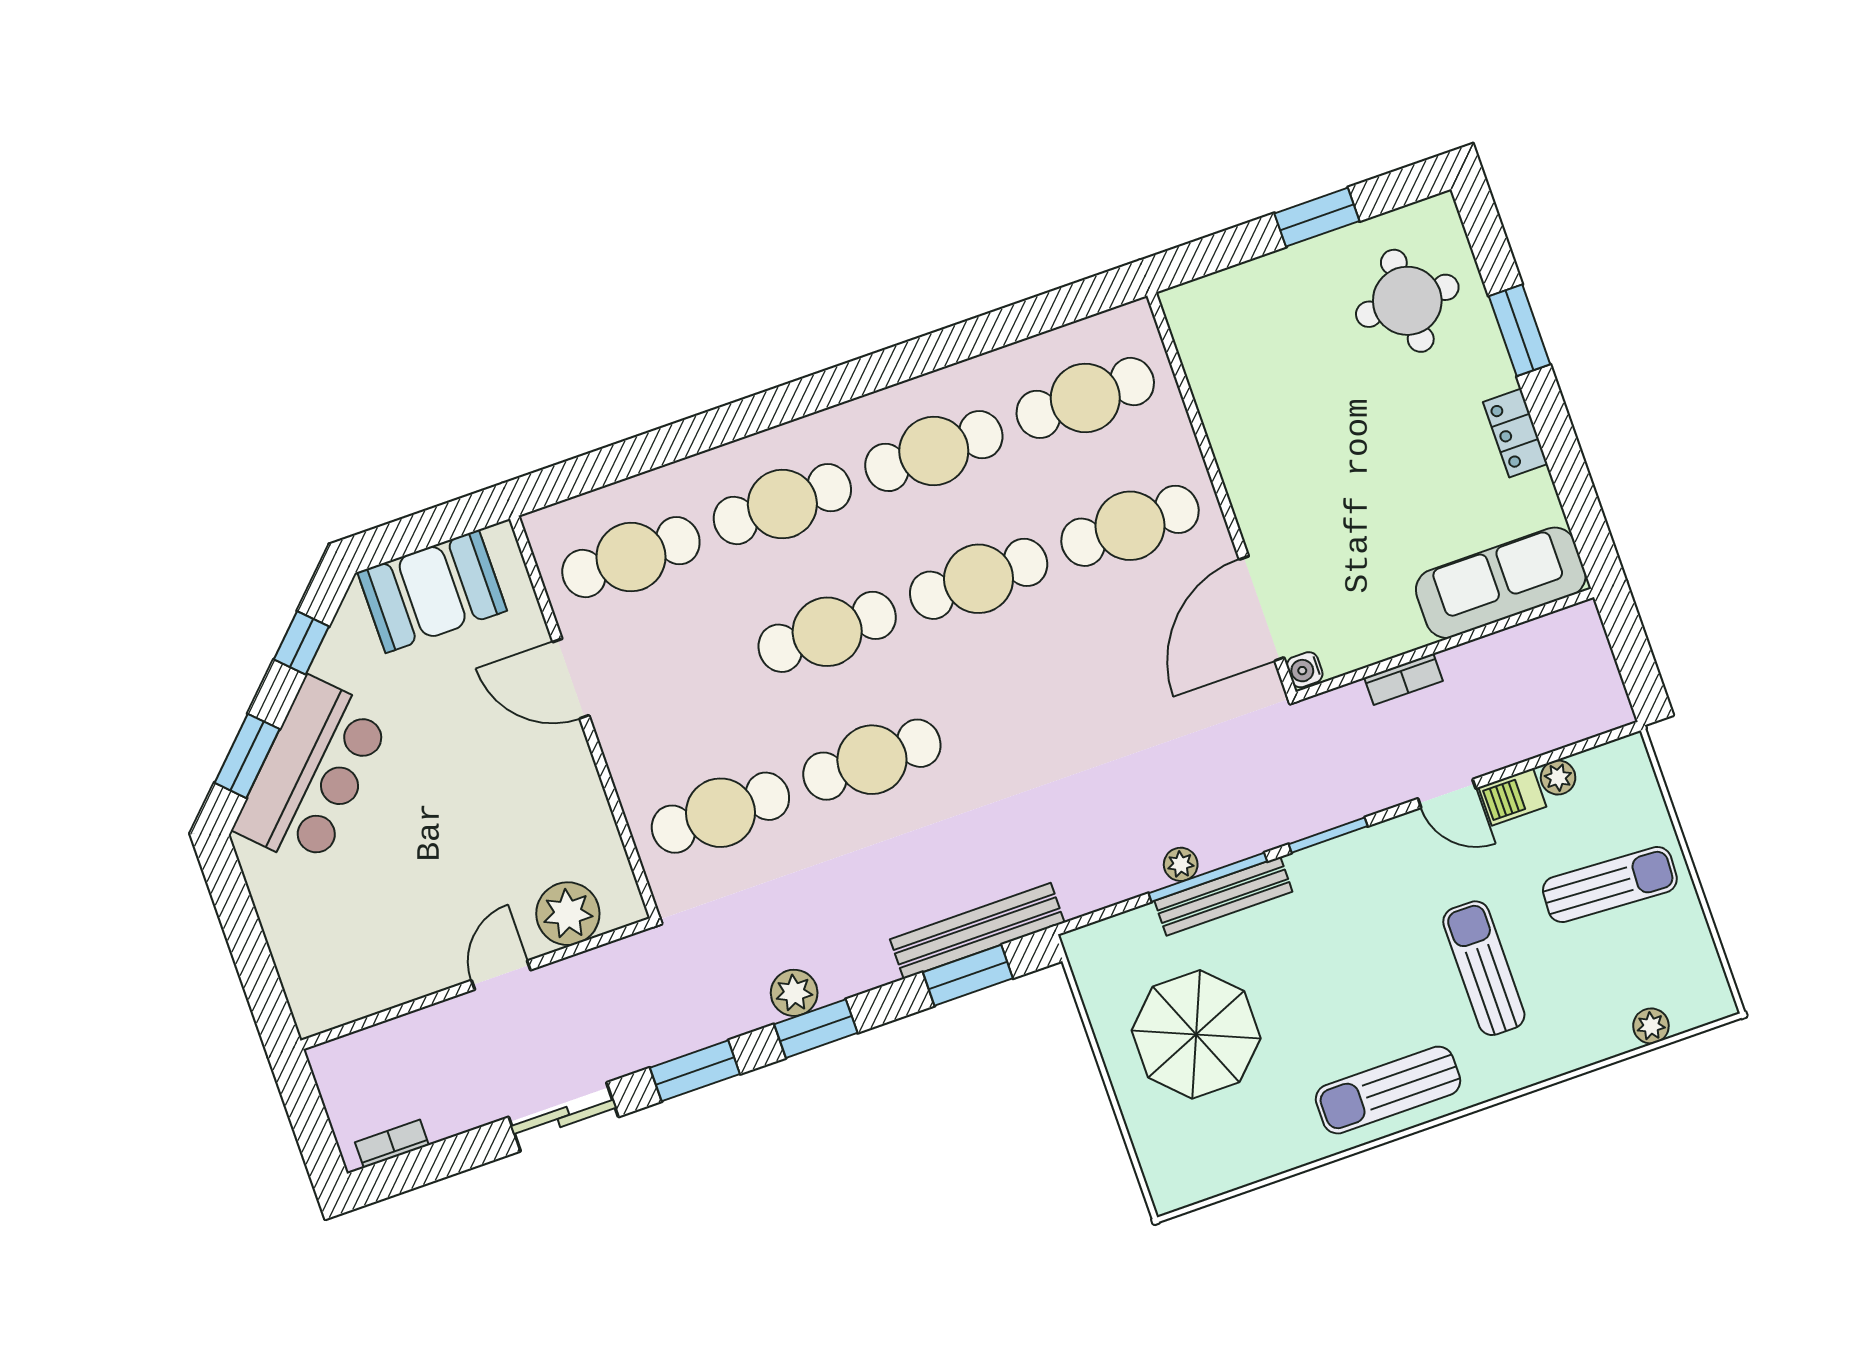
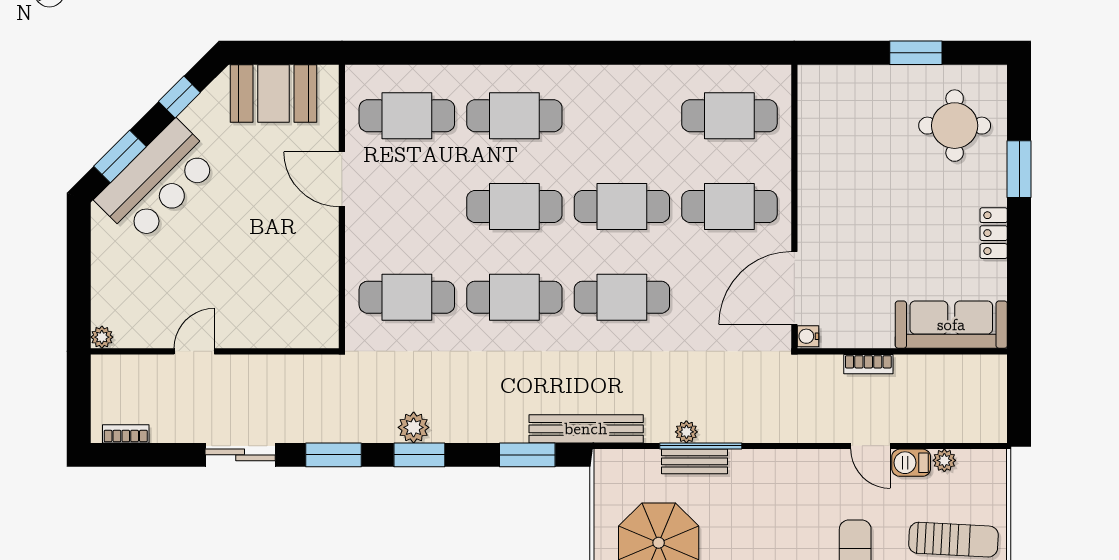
cafe table: (934, 451) -> (622, 297), moved
window: (1328, 835) -> (786, 446), removed
bench: (1223, 896) -> (695, 461), width x0.73
plant: (568, 914) -> (102, 337), moved, width x0.53, depth x0.53
bench: (977, 931) -> (586, 429), moved
door: (501, 975) -> (194, 351), moved

